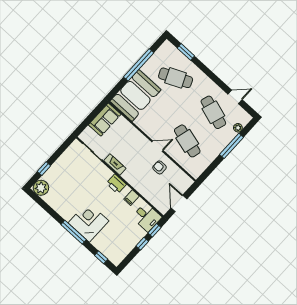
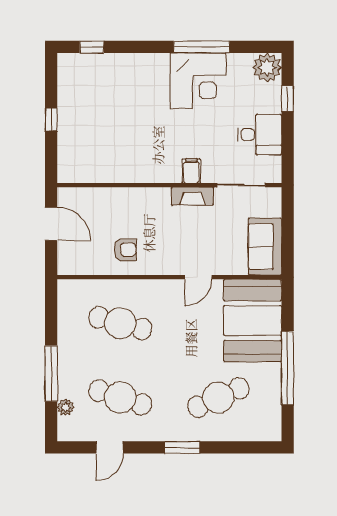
window: (186, 52) -> (182, 447), moved
door: (157, 146) -> (198, 277), moved
printer: (116, 184) -> (165, 170), removed
filing cabinet: (132, 198) -> (191, 171), moved
desk: (147, 217) -> (260, 135), moved, turned 180
corner desk: (89, 222) -> (198, 81), moved
window: (154, 230) -> (51, 154), removed
window: (74, 232) -> (202, 47), moved

